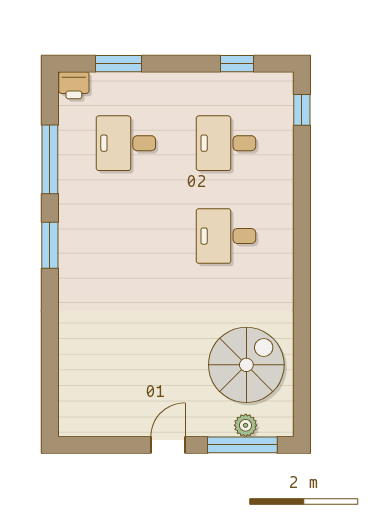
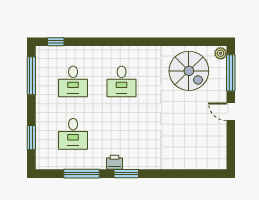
window: (237, 64) -> (31, 76), width x2.17
printer: (74, 85) -> (114, 162), moved, turned -90
spiral stairs: (246, 365) -> (189, 71), turned 180
plant: (246, 425) -> (221, 53), moved

